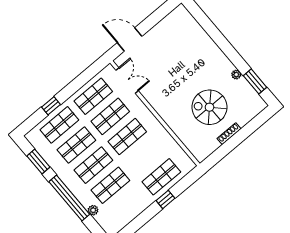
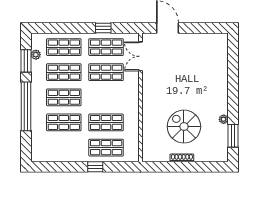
double door: (127, 80) -> (140, 56), swing flipped
window: (51, 106) -> (103, 28), moved
shop shelf: (127, 137) -> (106, 122), moved
plant: (93, 210) -> (36, 55), moved

